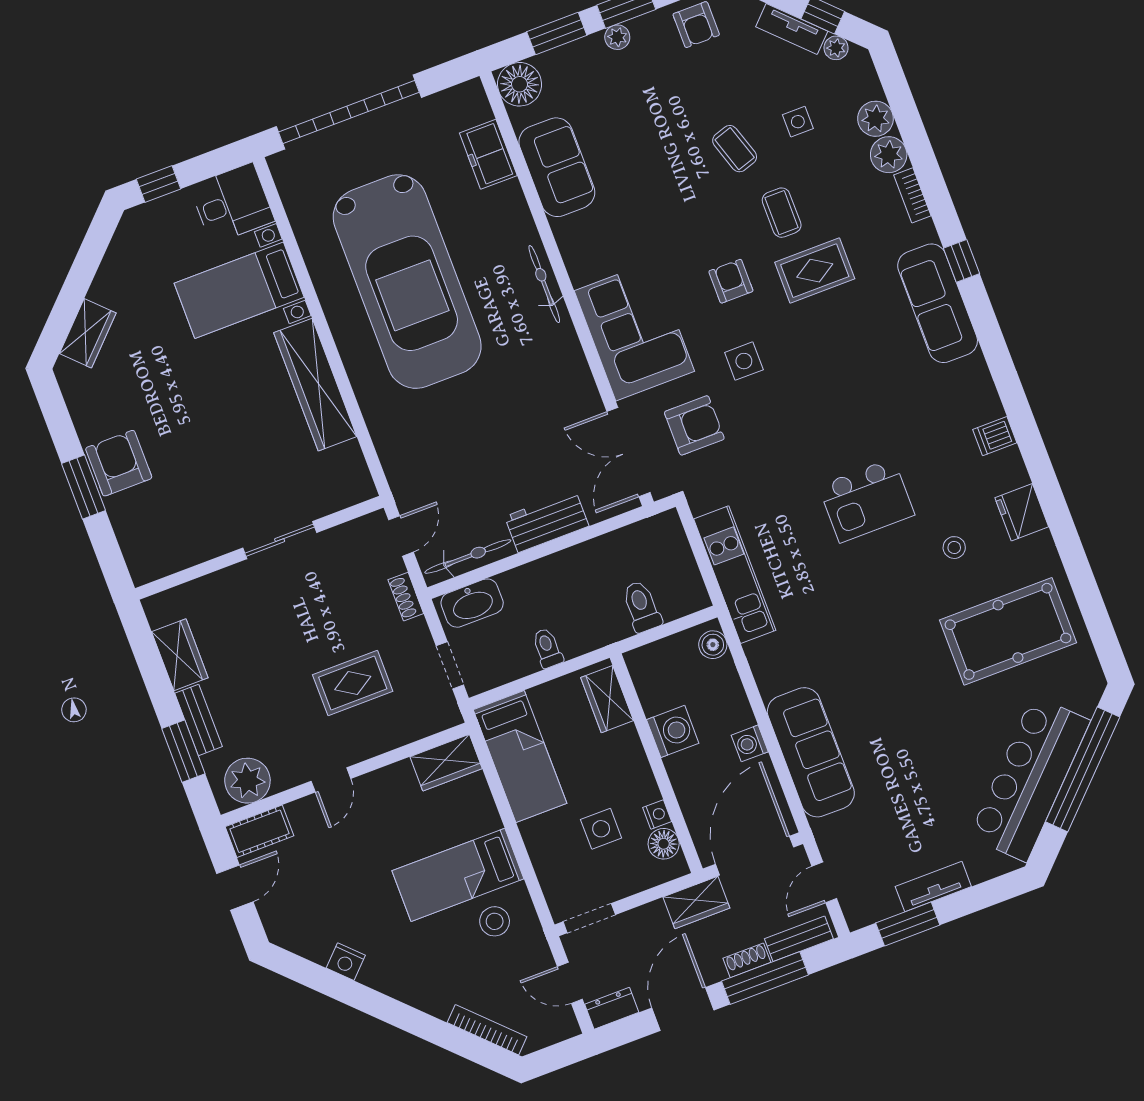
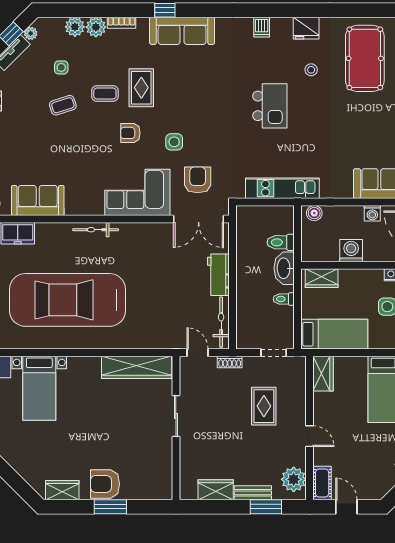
car: (407, 282) -> (68, 300), turned 180
wardrobe: (88, 333) -> (62, 490), moved, turned -45
wardrobe: (315, 385) -> (137, 367), moved
washbasin: (472, 603) -> (284, 268), moved, turned 180

